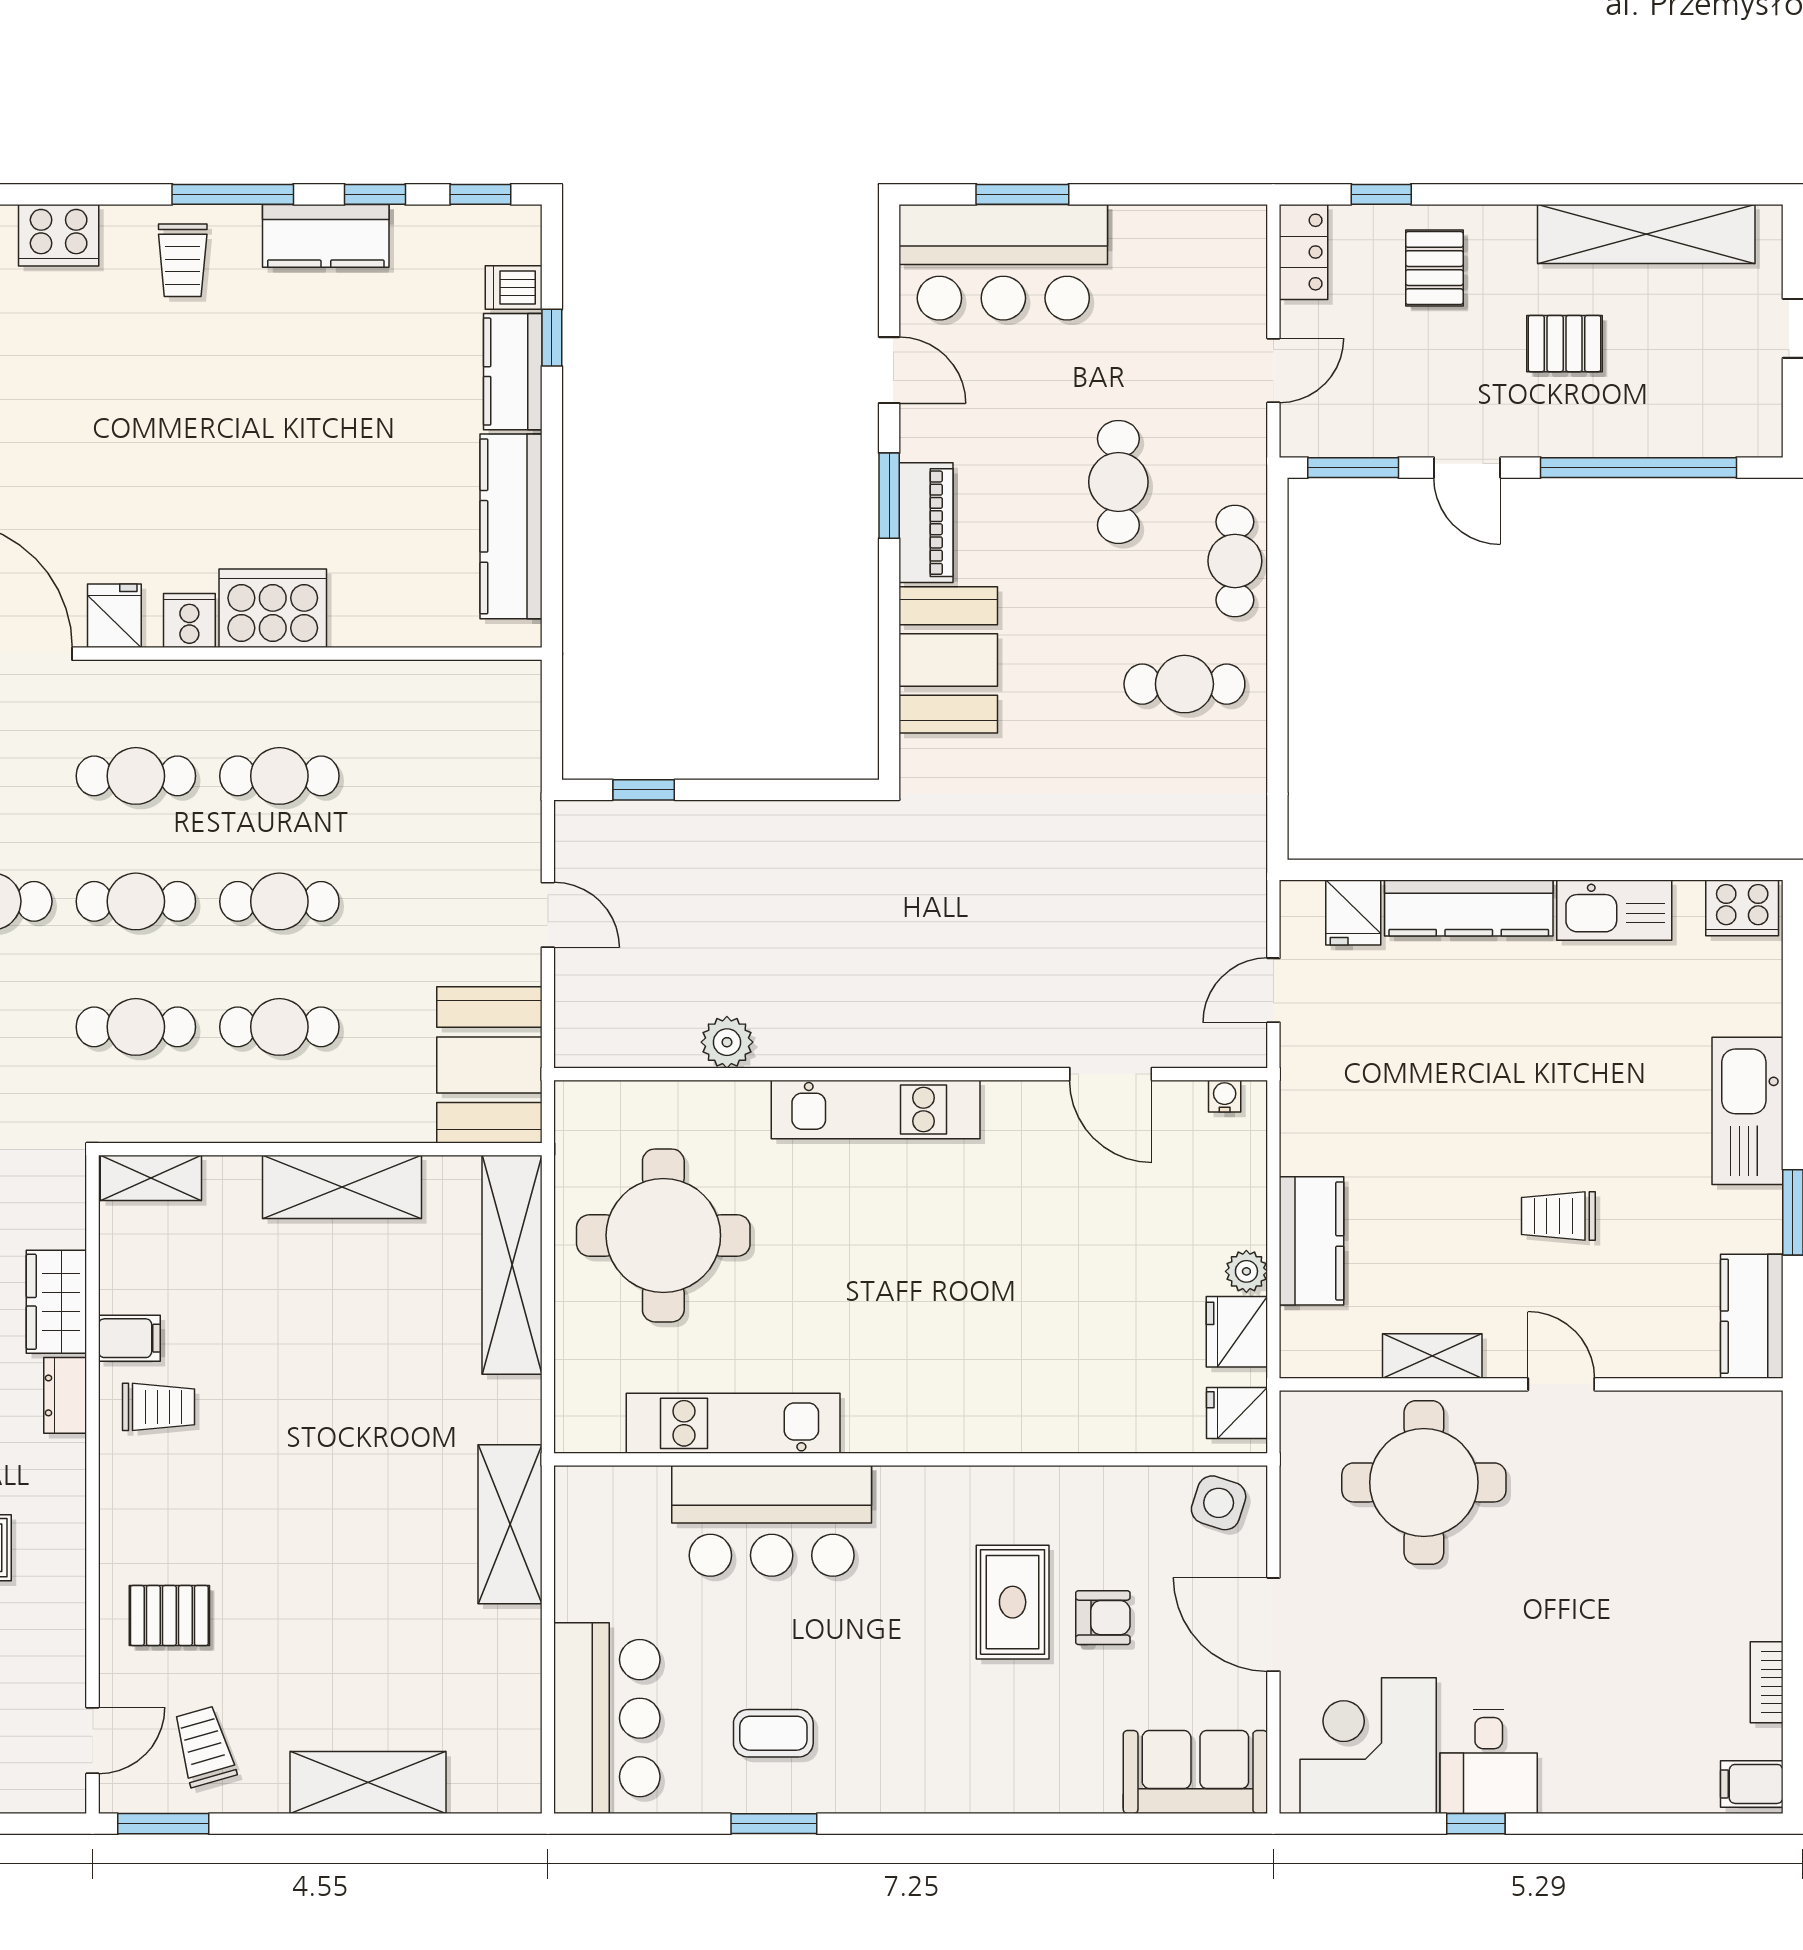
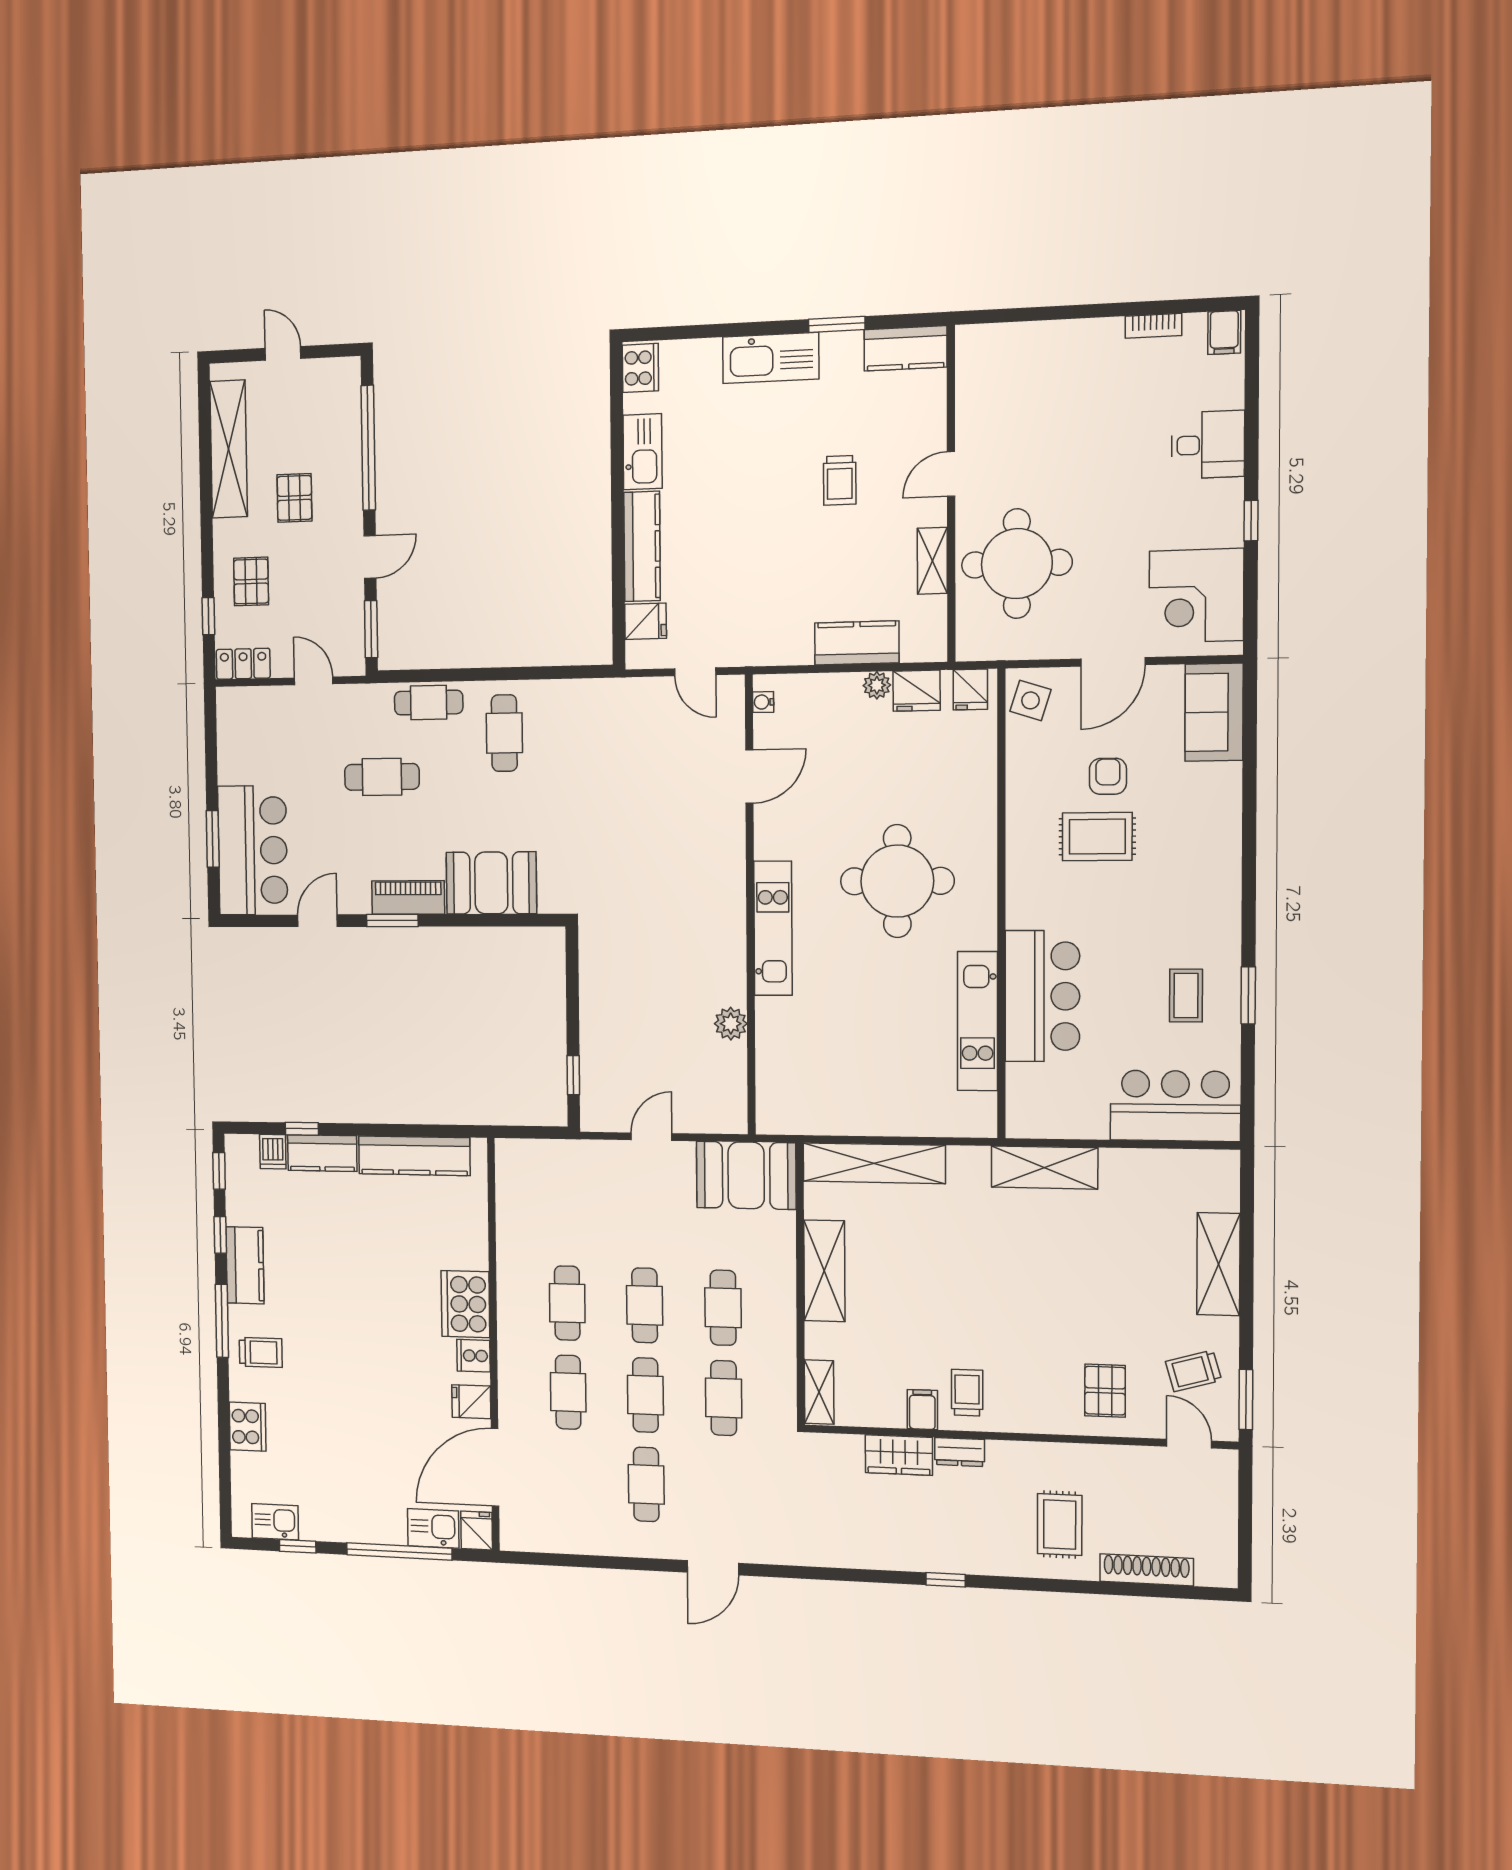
pallet: (1434, 268) -> (251, 581), turned 90
round table: (663, 1235) -> (897, 881), moved
desk: (1489, 1761) -> (1208, 445), moved

